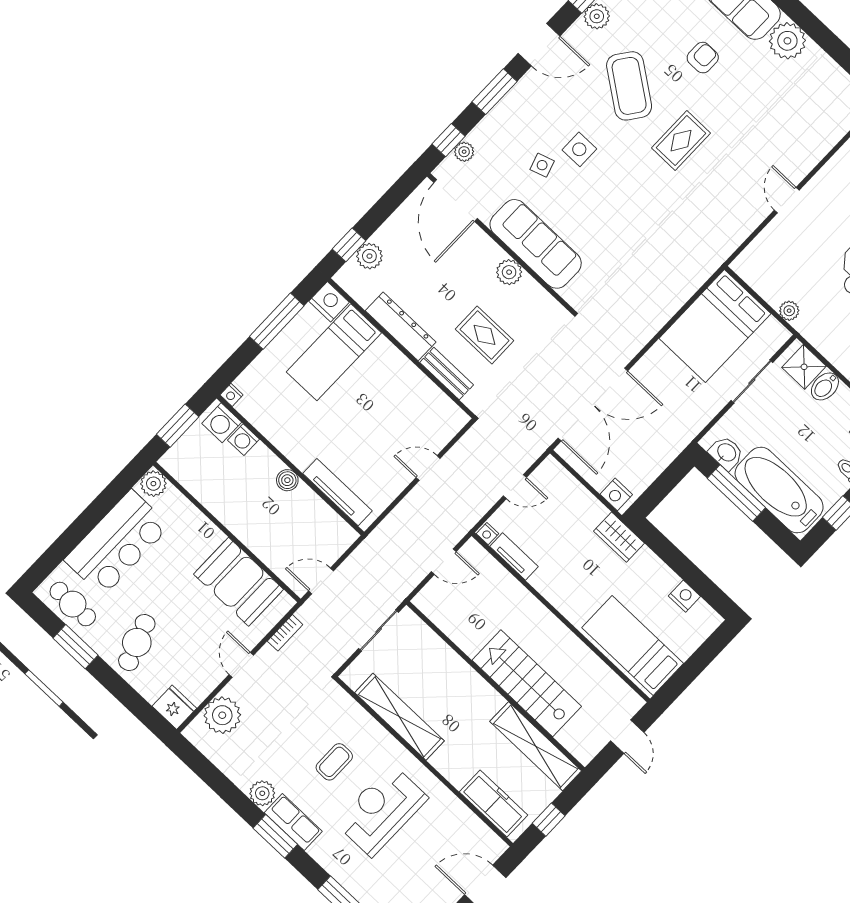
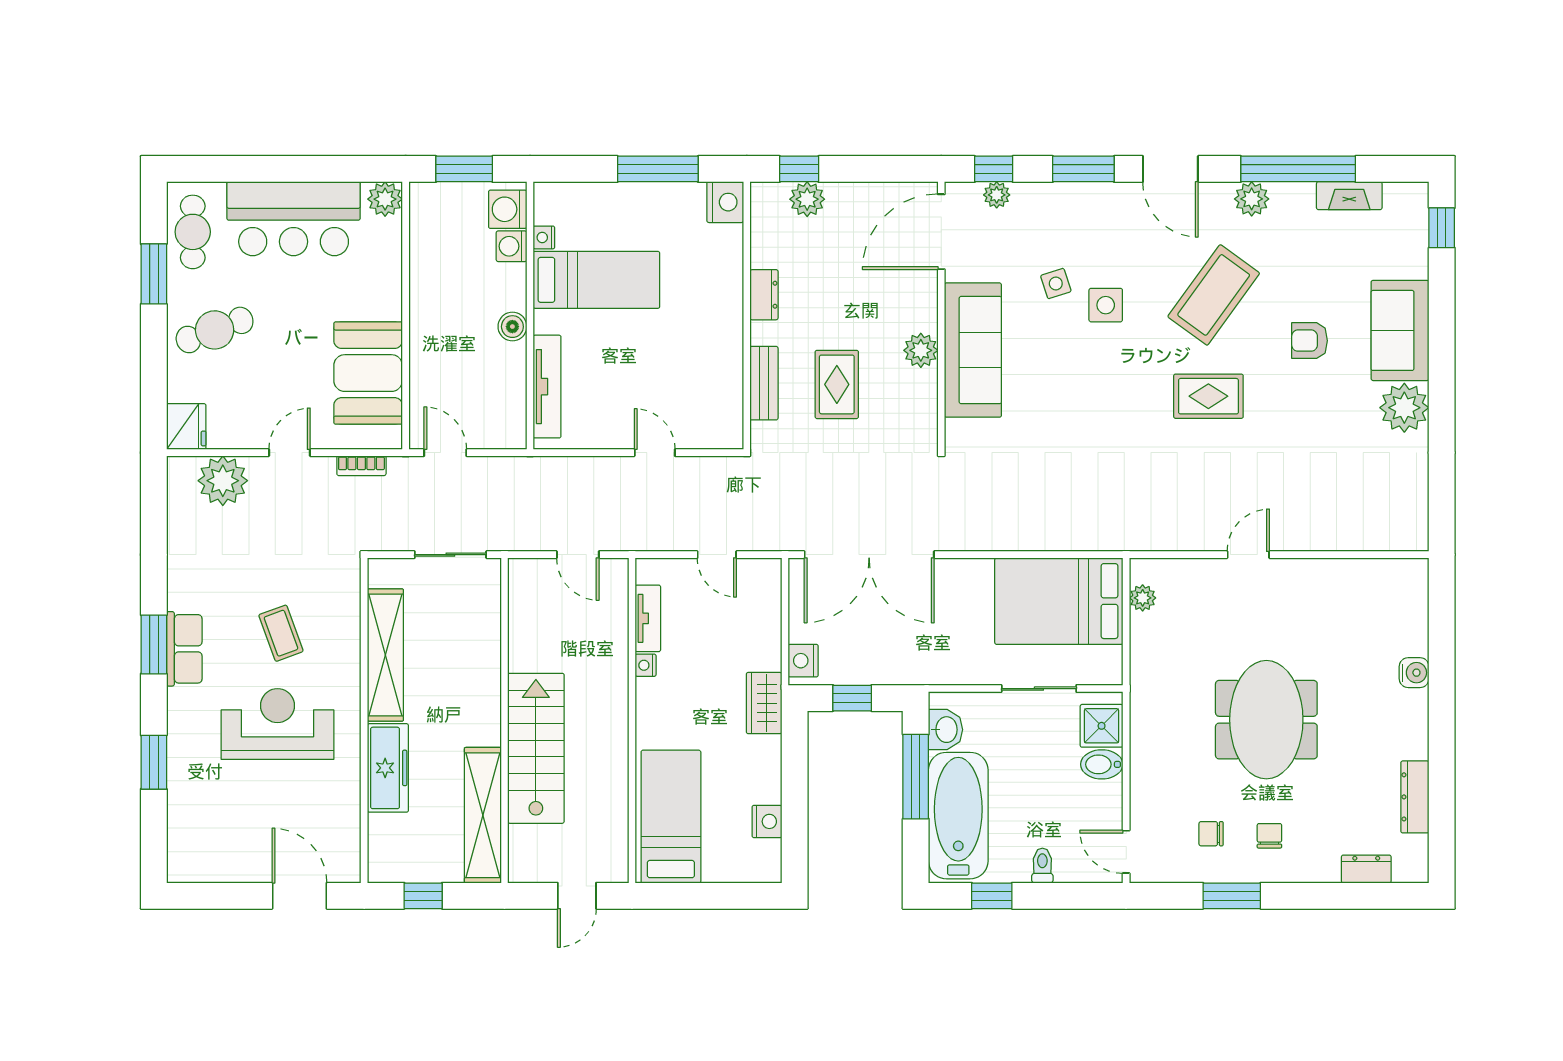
armchair: (703, 58) -> (1310, 341), turned 180
plant: (789, 311) -> (1143, 598), moved
dresser: (401, 326) -> (764, 295), width x0.51, depth x0.80
bed: (334, 352) -> (596, 280), moved, turned 180
nightstand: (231, 395) -> (544, 237), moved
window: (662, 487) -> (852, 698), added
nightstand: (488, 534) -> (646, 665), moved
coffee table: (334, 762) -> (281, 633), turned 70
plant: (262, 793) -> (184, 592), removed
freezer: (494, 803) -> (388, 768), moved

